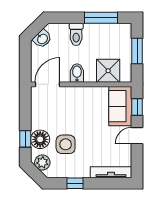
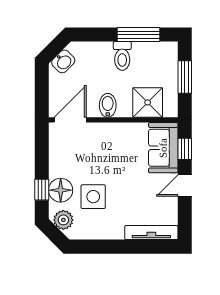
toilet: (76, 34) -> (122, 56), moved
window: (75, 183) -> (105, 247), removed

